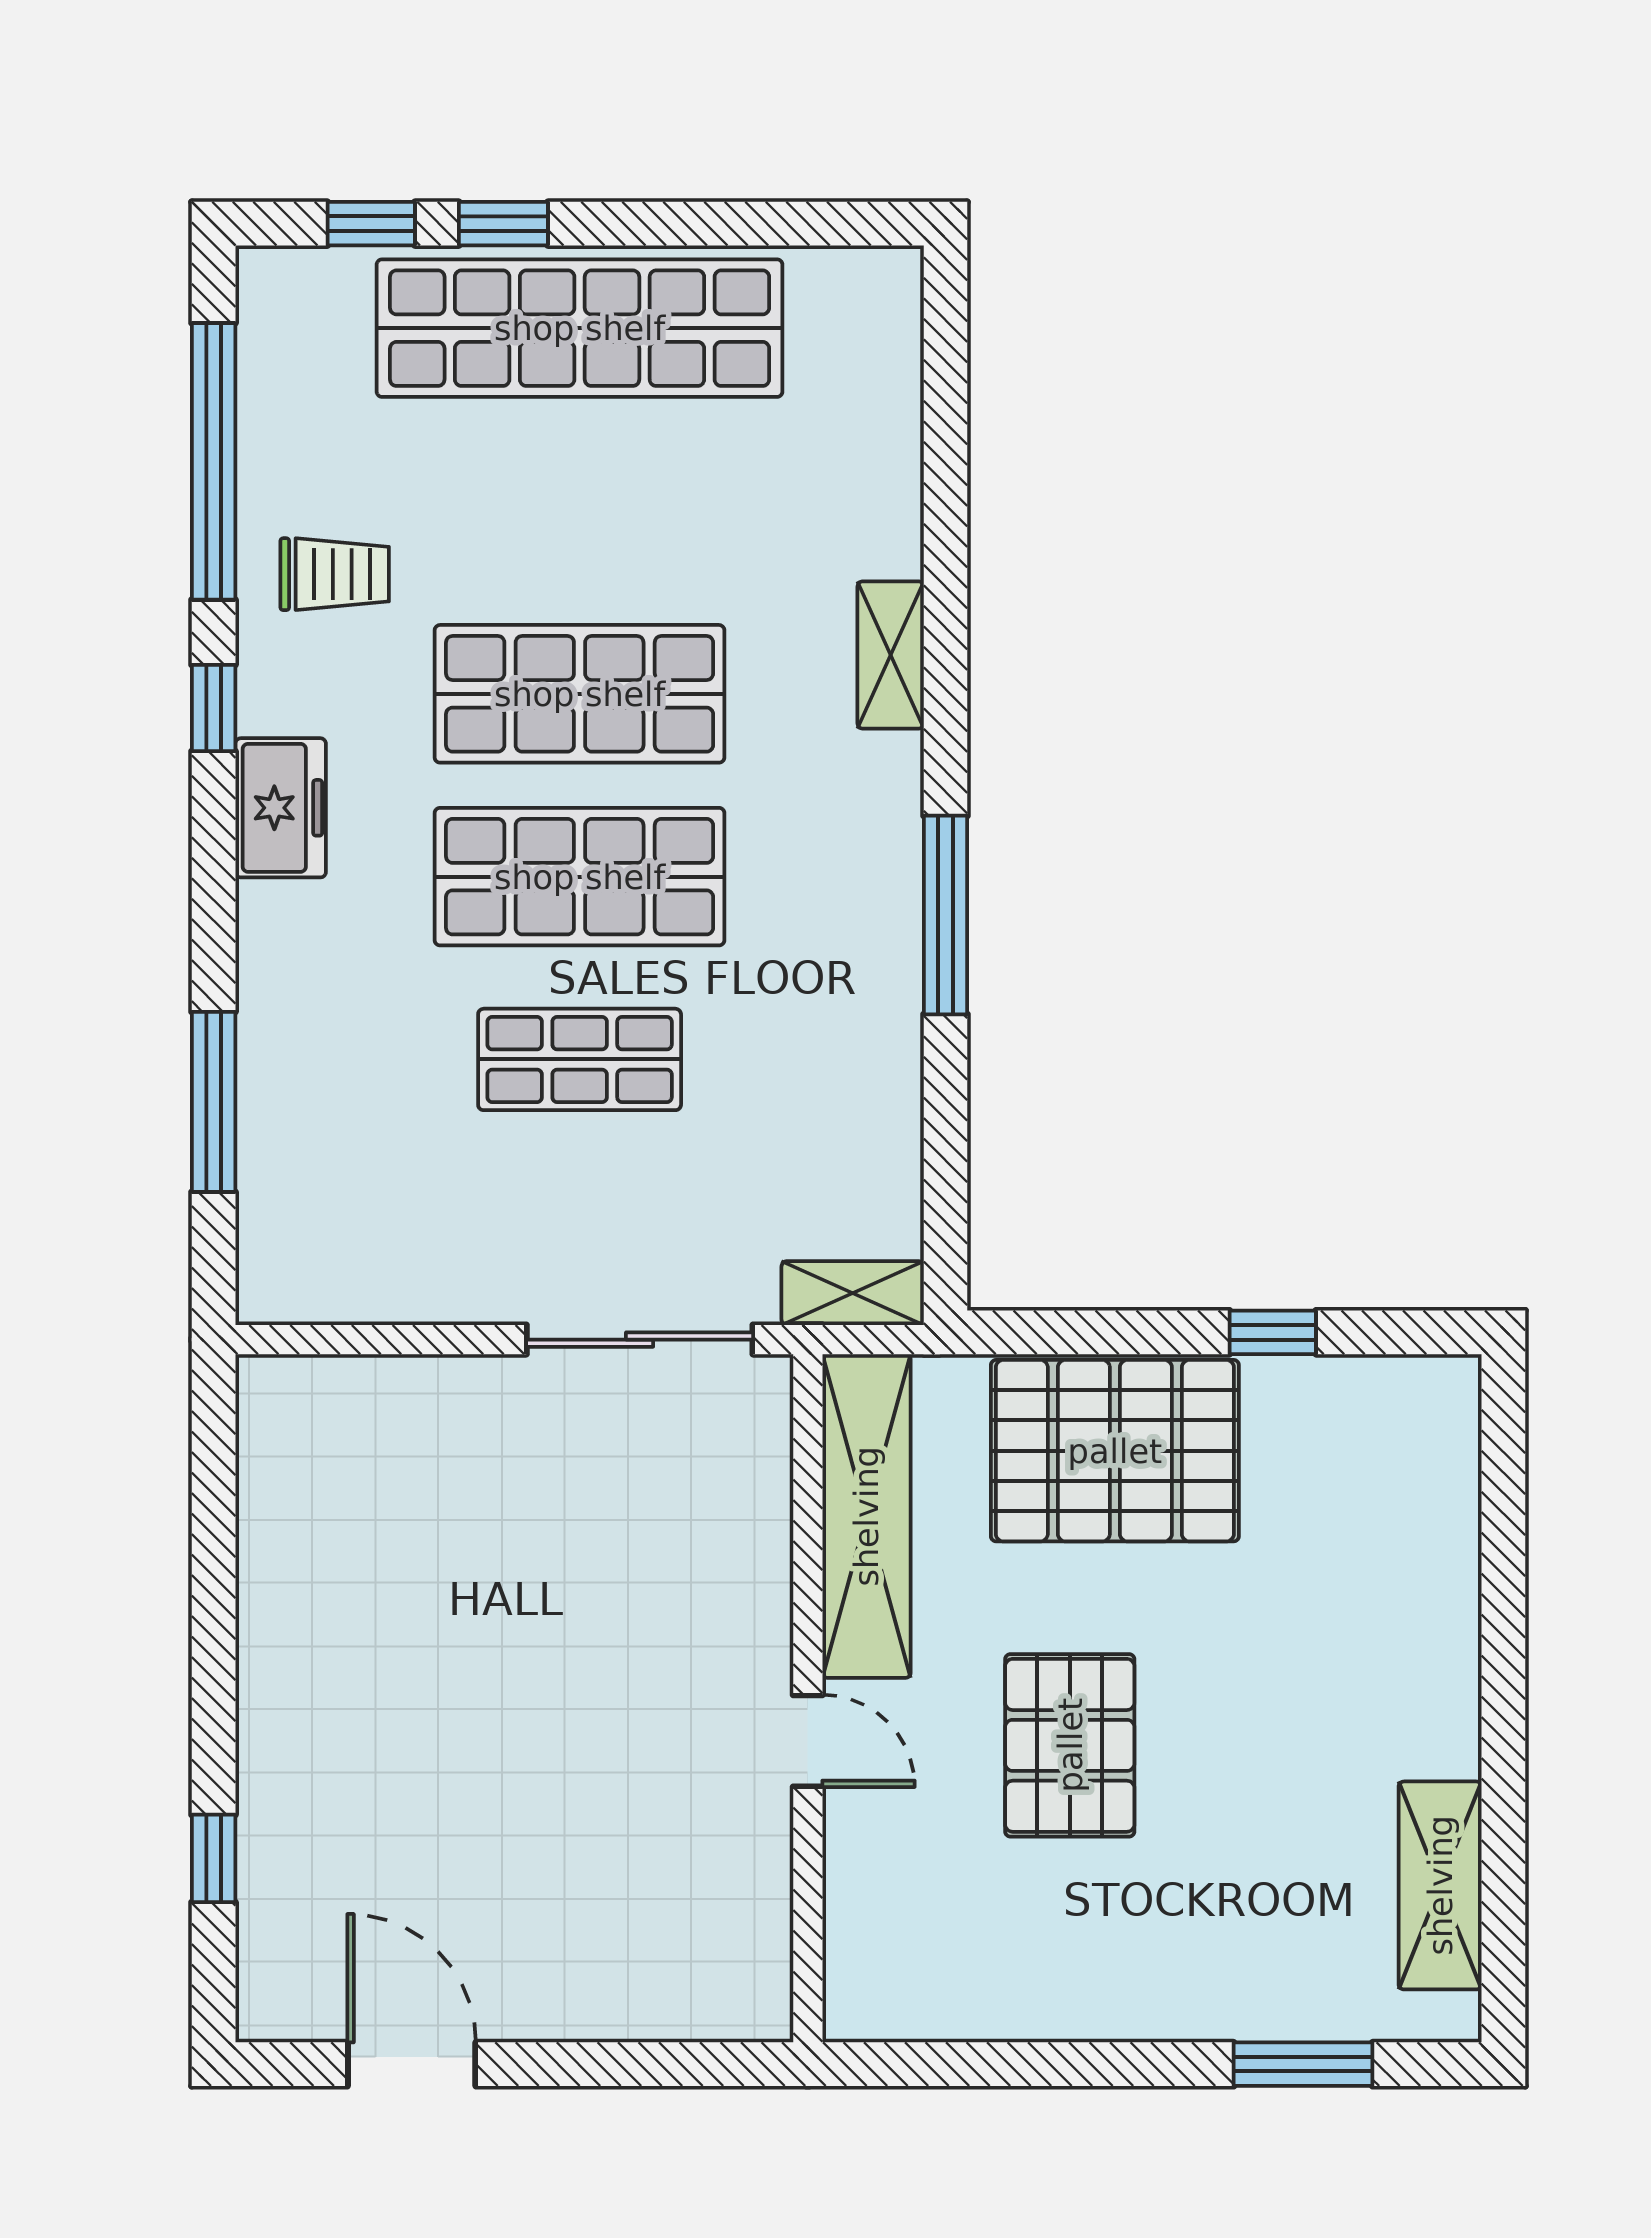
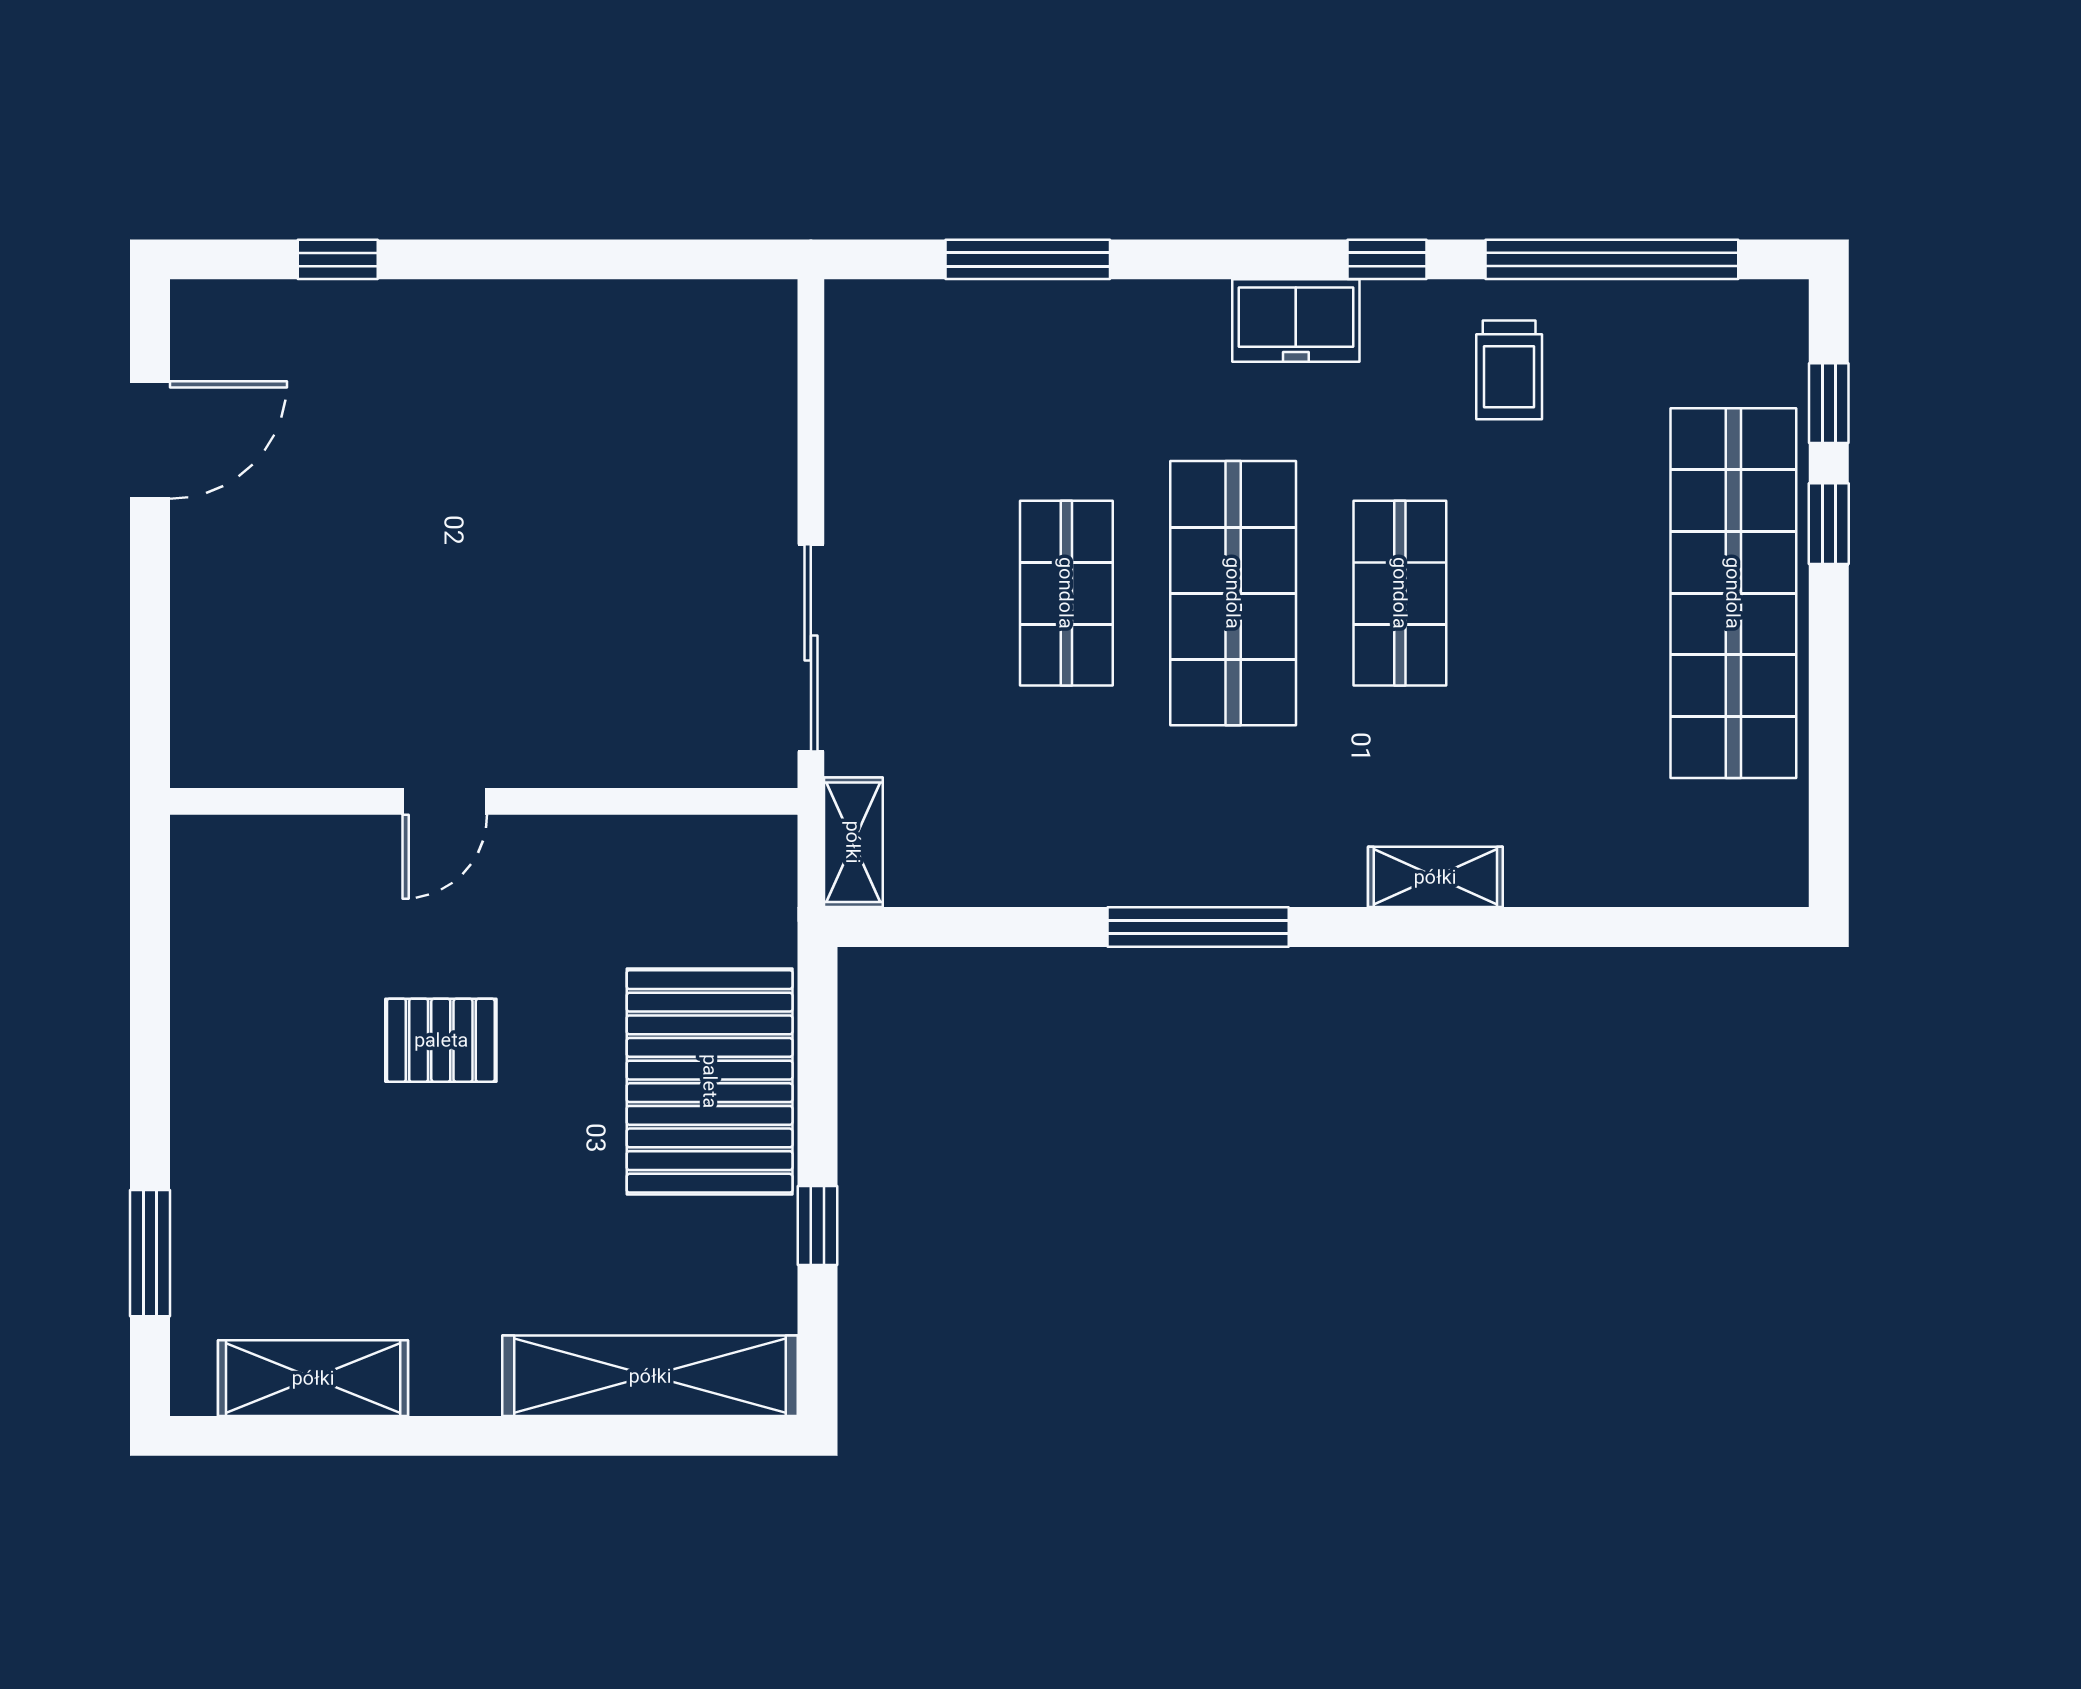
shop shelf: (580, 694) -> (1400, 593), width x0.70, depth x0.74
shelving: (866, 1516) -> (650, 1376), moved
pallet: (1070, 1745) -> (441, 1040), width x0.67, depth x0.71

